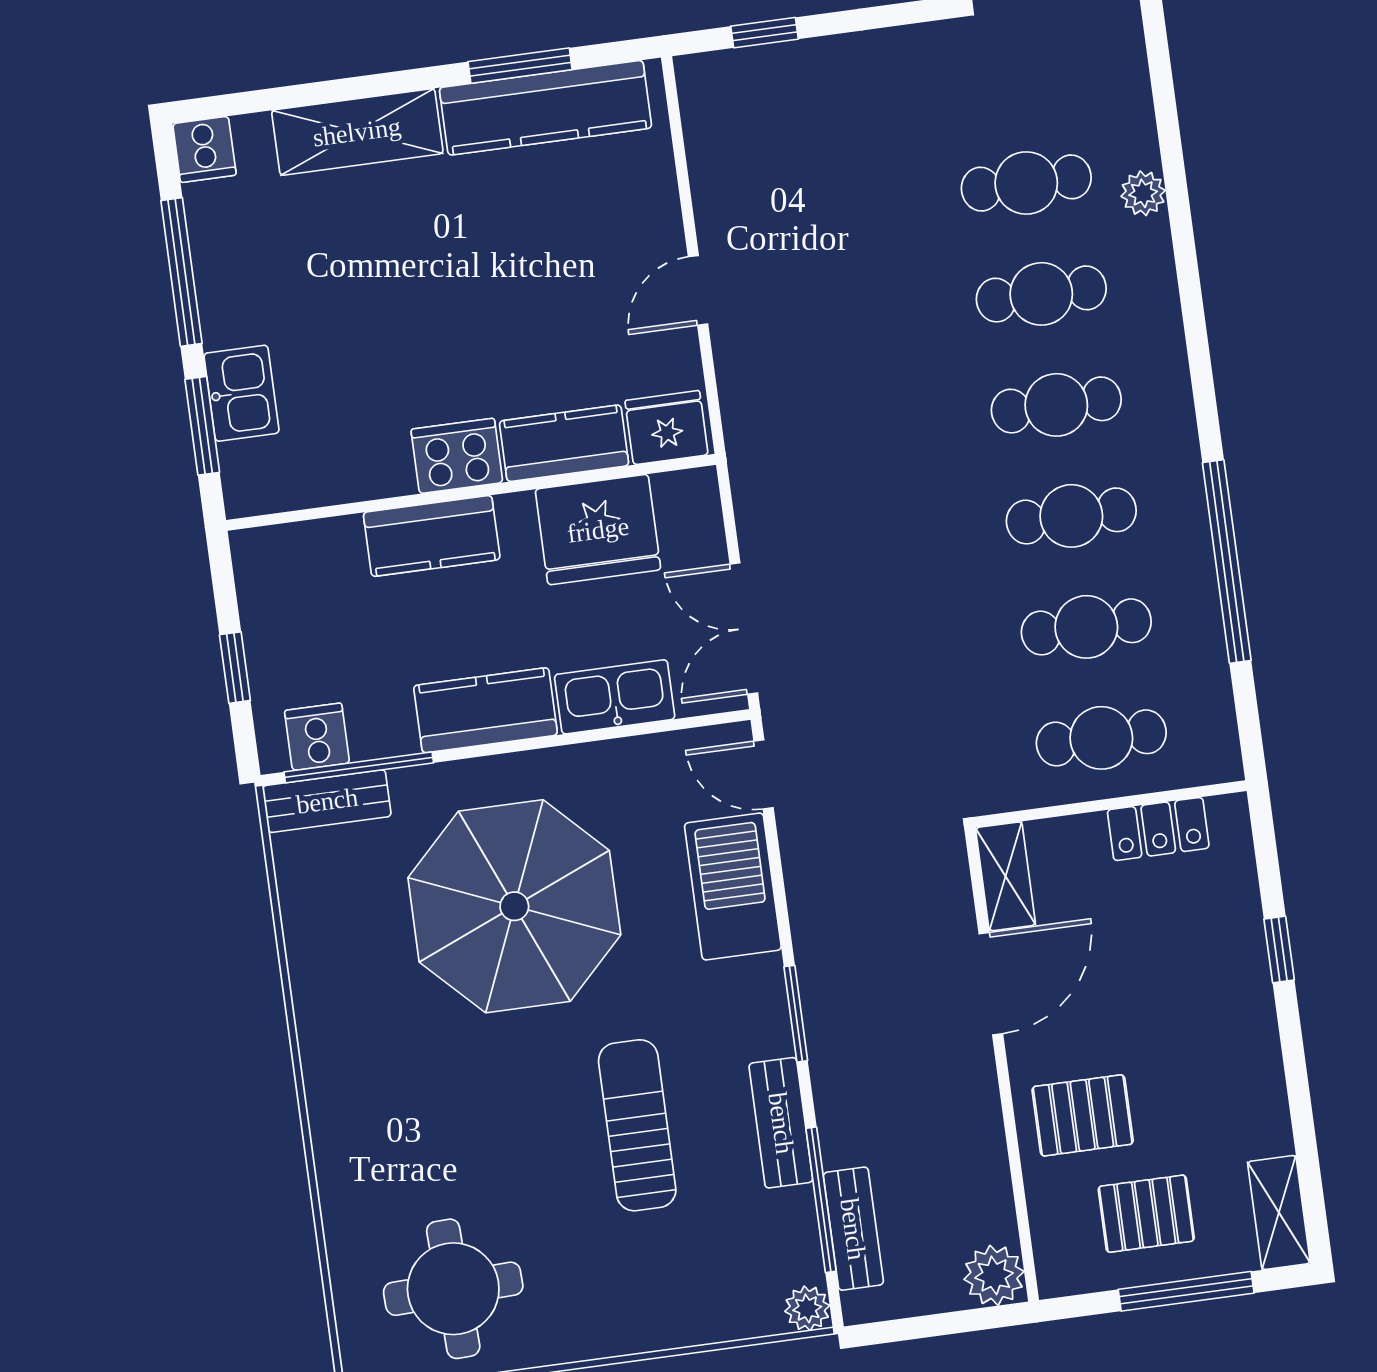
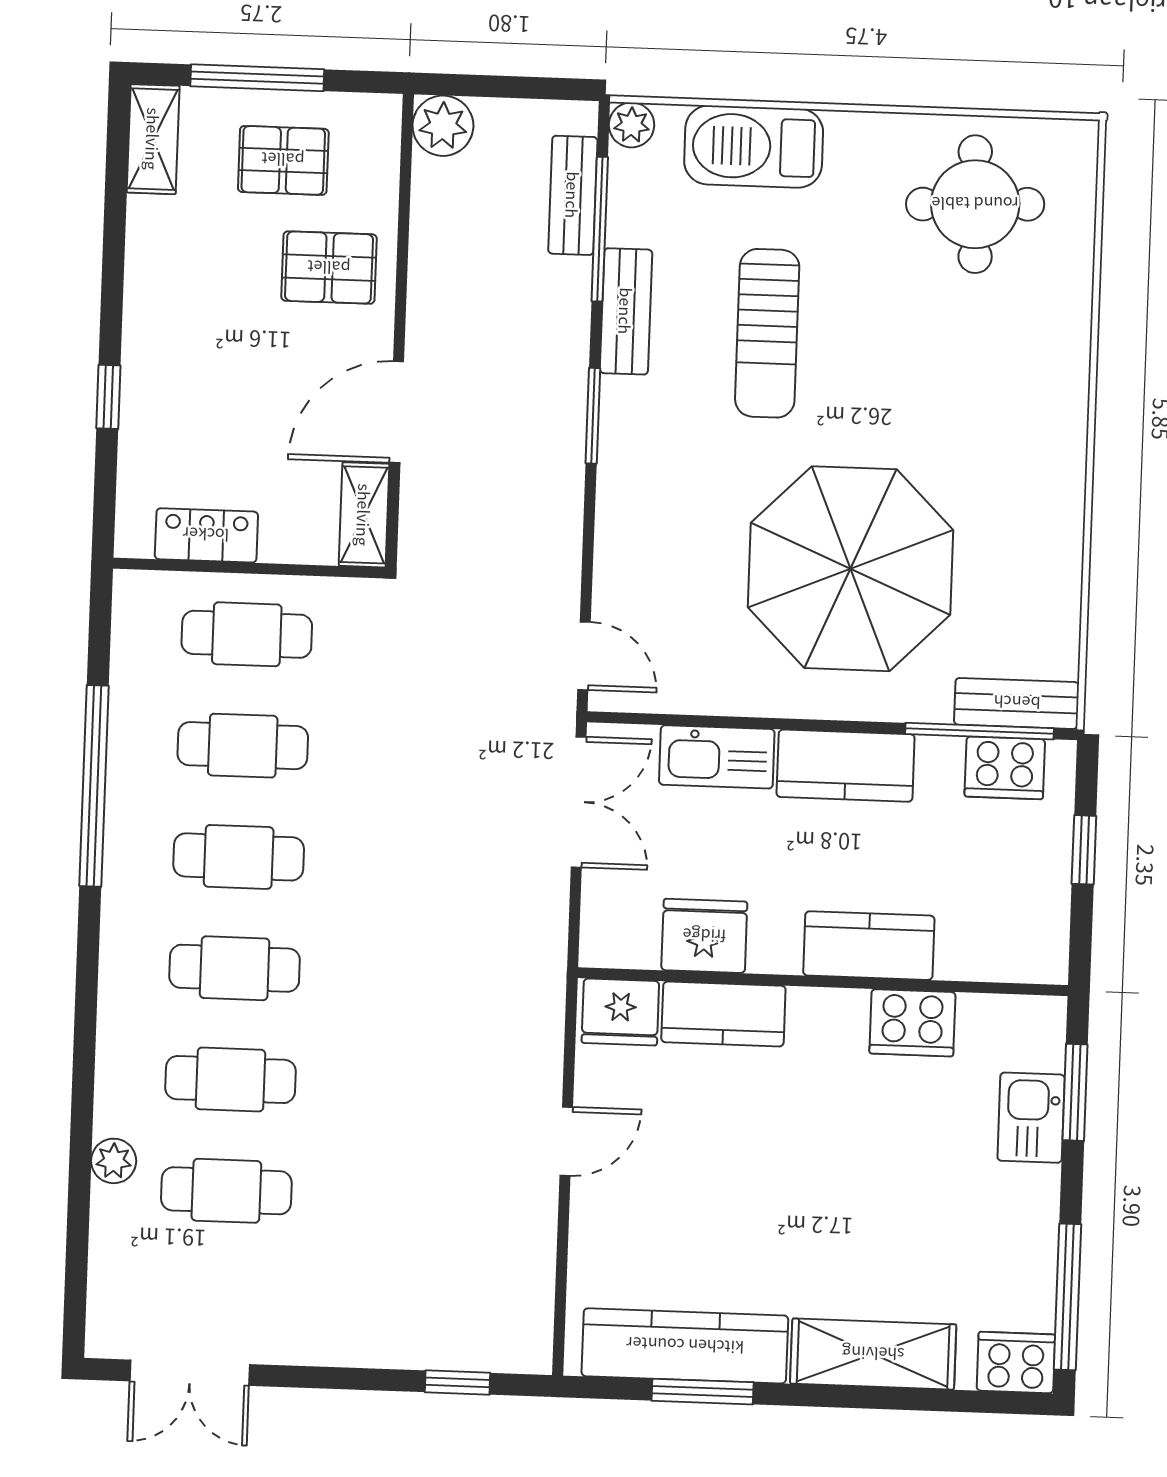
cooker: (204, 149) -> (1016, 1363), width x1.36
window: (181, 272) -> (1068, 1297), moved
cooker: (457, 456) -> (912, 1023), moved
fridge: (598, 530) -> (704, 936), width x0.73, depth x0.75
cooker: (317, 737) -> (1005, 768), width x1.36
barbecue: (733, 887) -> (754, 147), moved, turned 90

